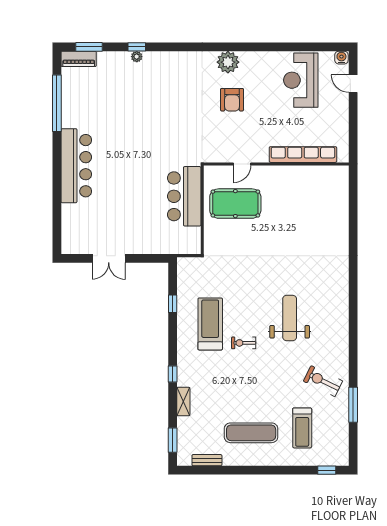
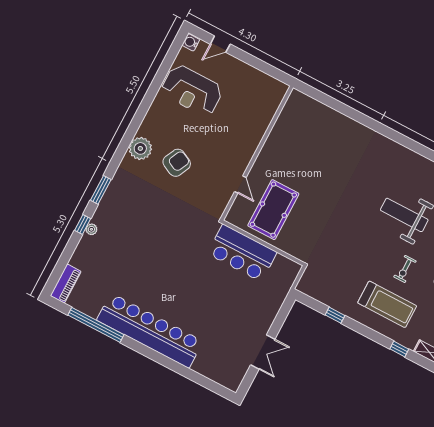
window: (89, 47) -> (101, 190), moved
armchair: (232, 100) -> (177, 163), turned -64
row of seats: (303, 155) -> (261, 124), removed
bar counter: (76, 166) -> (150, 331), width x1.36
treadmill: (210, 324) -> (387, 304), moved, turned 180

